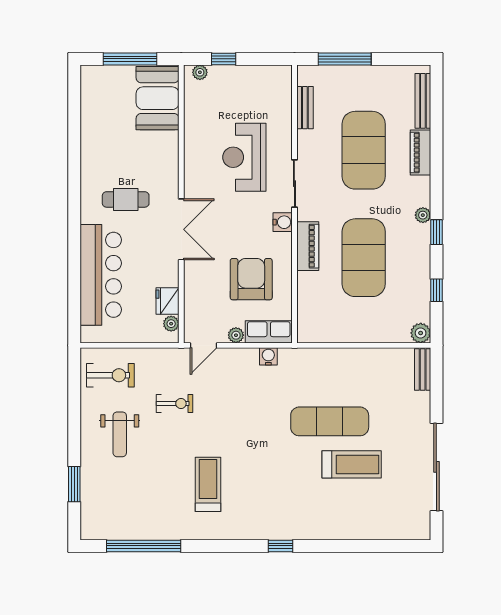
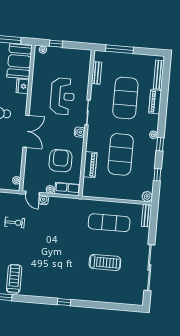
reception desk: (244, 157) -> (62, 96), turned 180
piano: (308, 246) -> (90, 165), moved
fridge: (167, 301) -> (23, 86), moved
door: (203, 345) -> (32, 193), hinge flipped
water cooler: (268, 356) -> (44, 200), moved
exercise mat: (330, 421) -> (109, 223), moved
treadmill: (208, 484) -> (14, 279), moved

